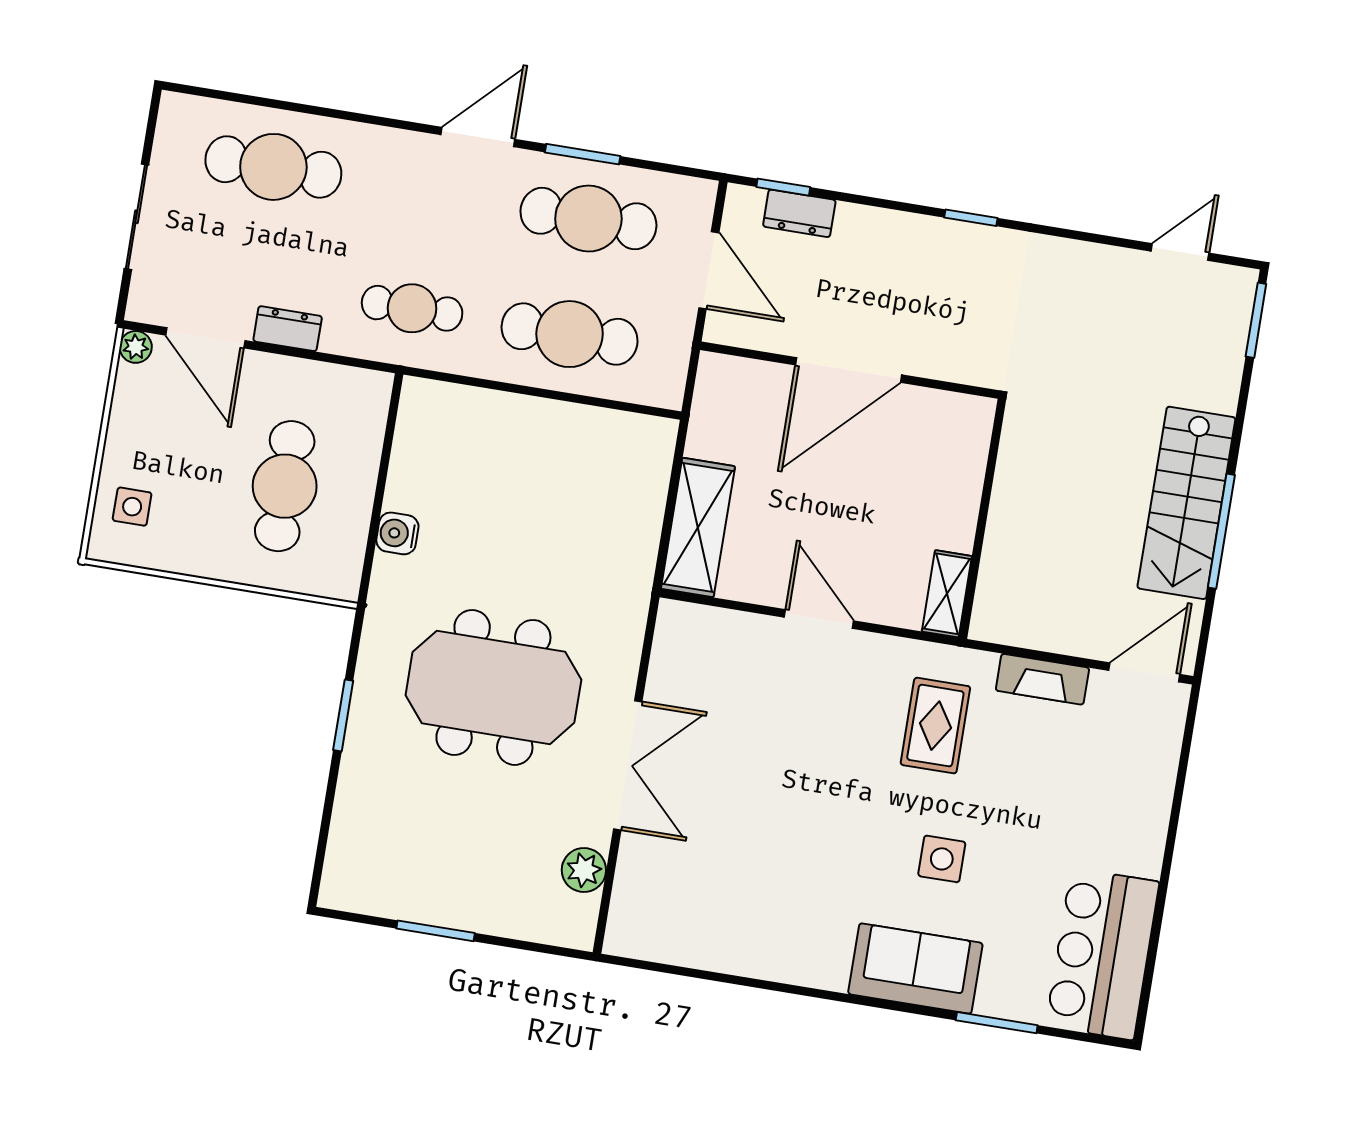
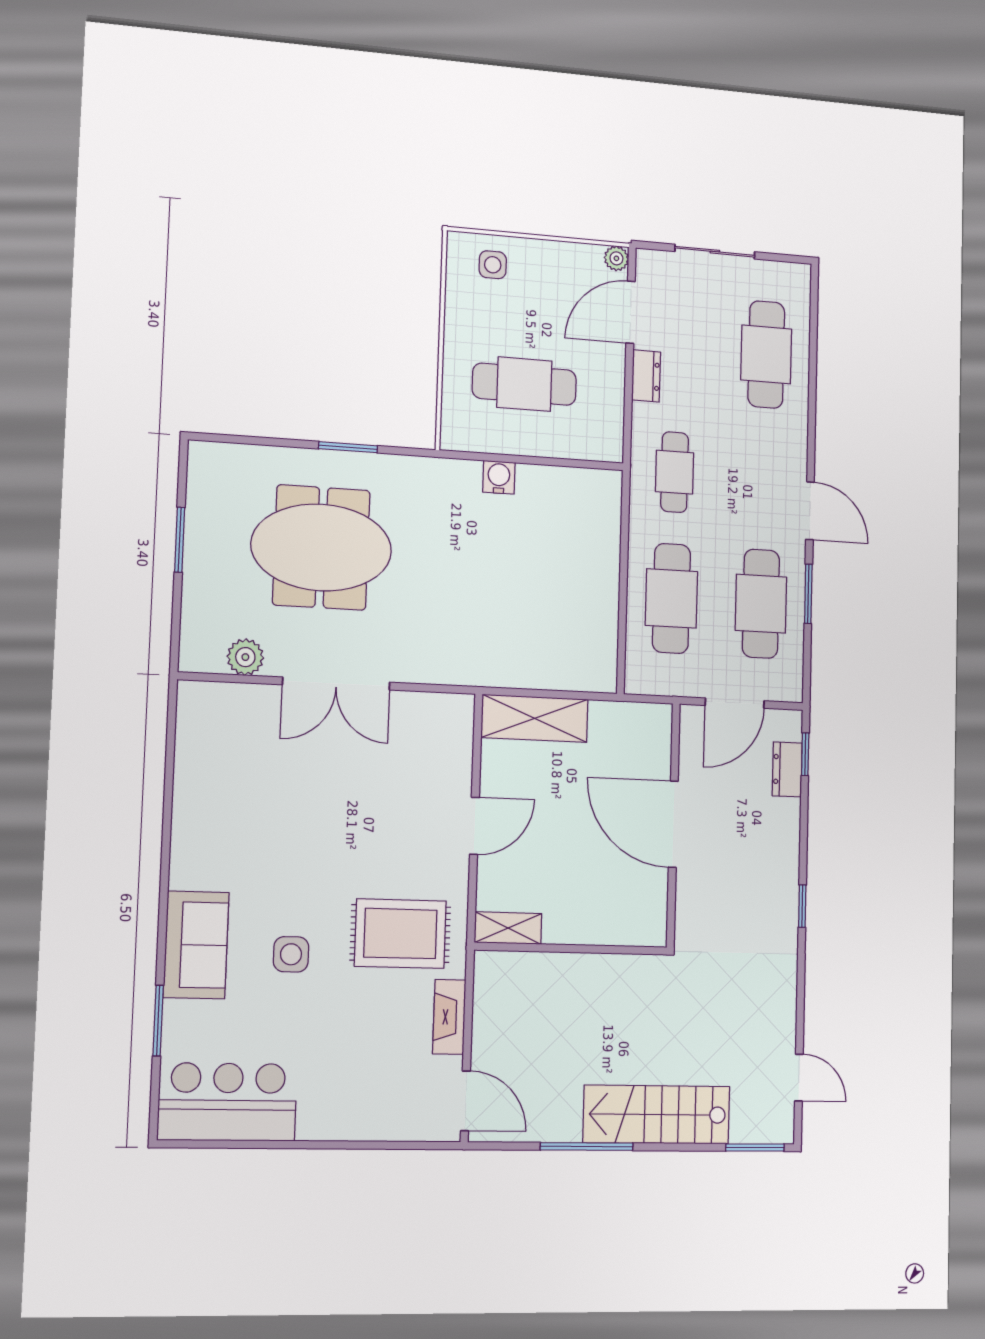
stairs: (1186, 503) -> (657, 1115), moved
meeting table: (493, 687) -> (321, 547), moved, turned 90
rug: (935, 726) -> (400, 934), width x1.36, depth x1.43

